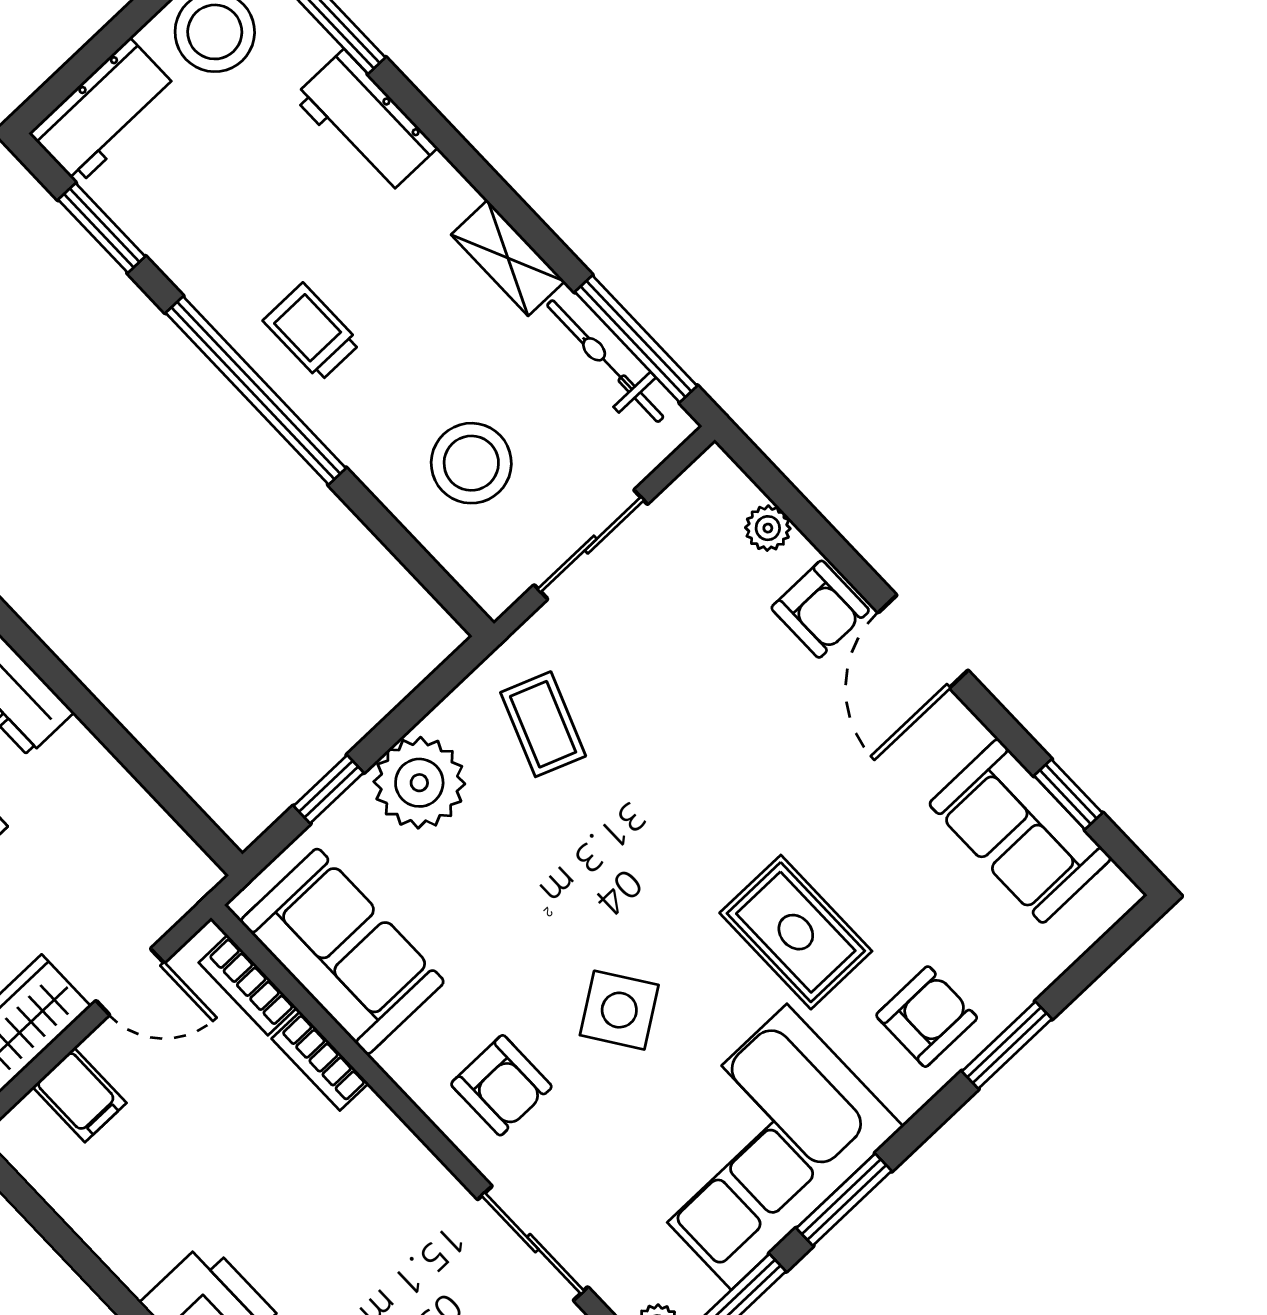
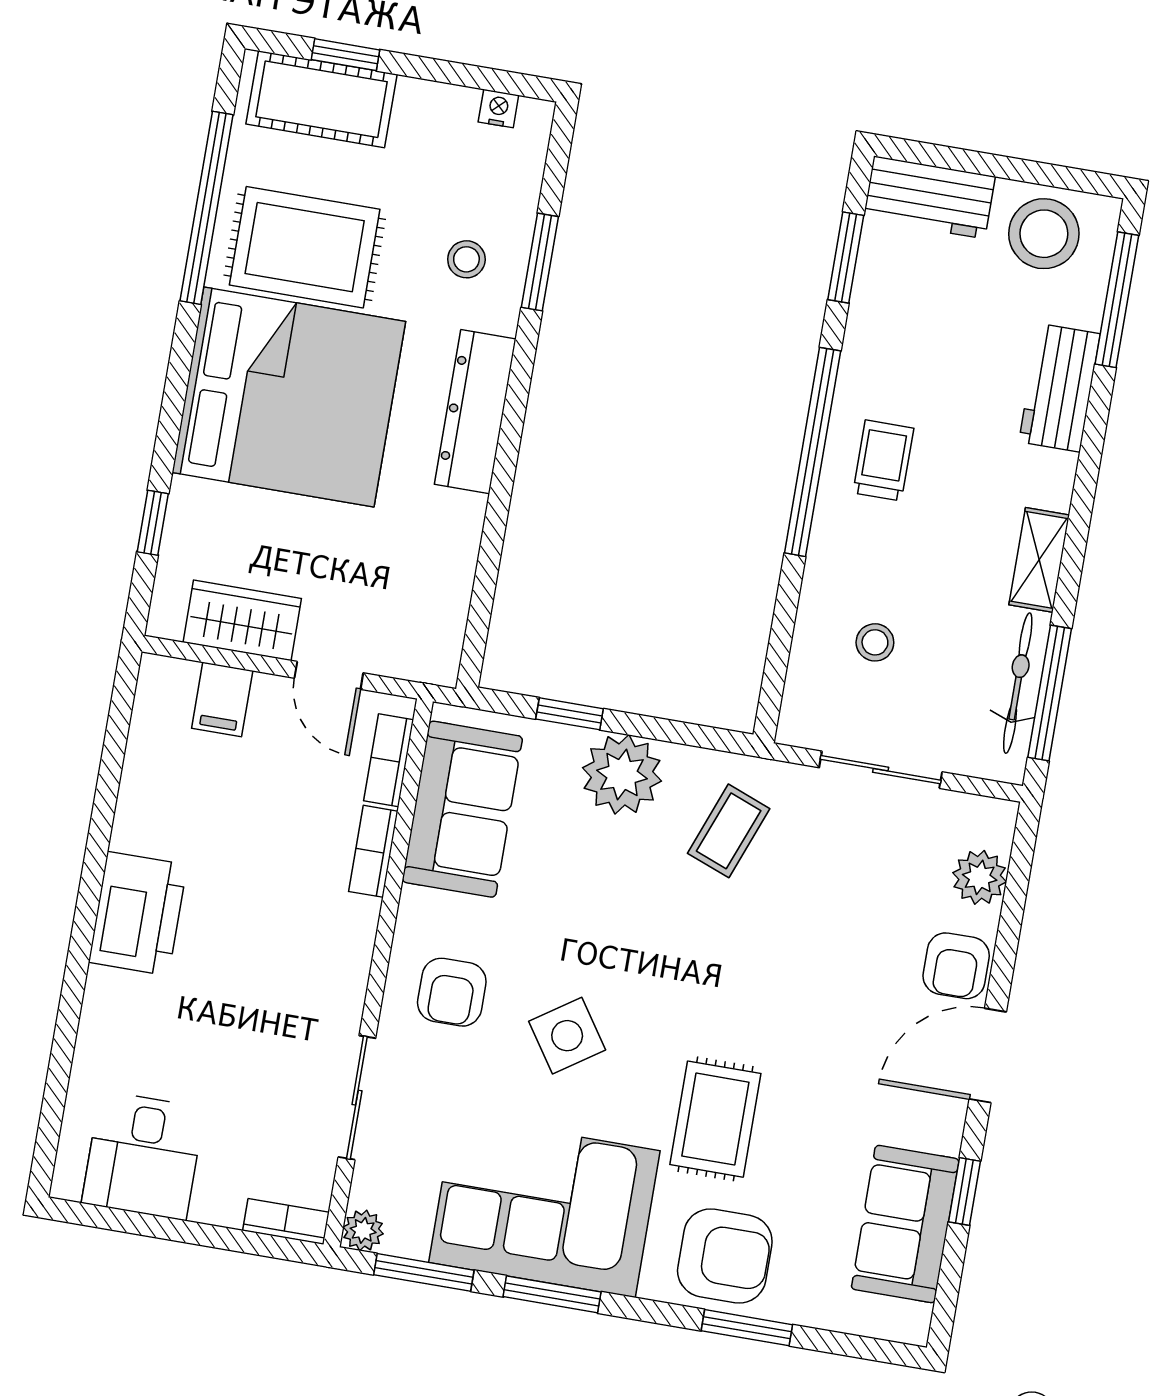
stool: (471, 463) -> (875, 642), width x0.53, depth x0.53
plant: (768, 528) -> (980, 877), width x1.38, depth x1.38
window: (1068, 794) -> (964, 1191), moved
armchair: (927, 1017) -> (725, 1256), width x1.38, depth x1.38

